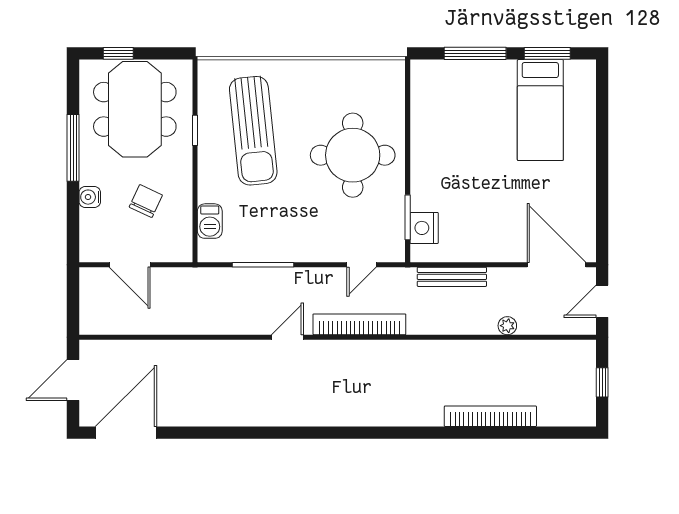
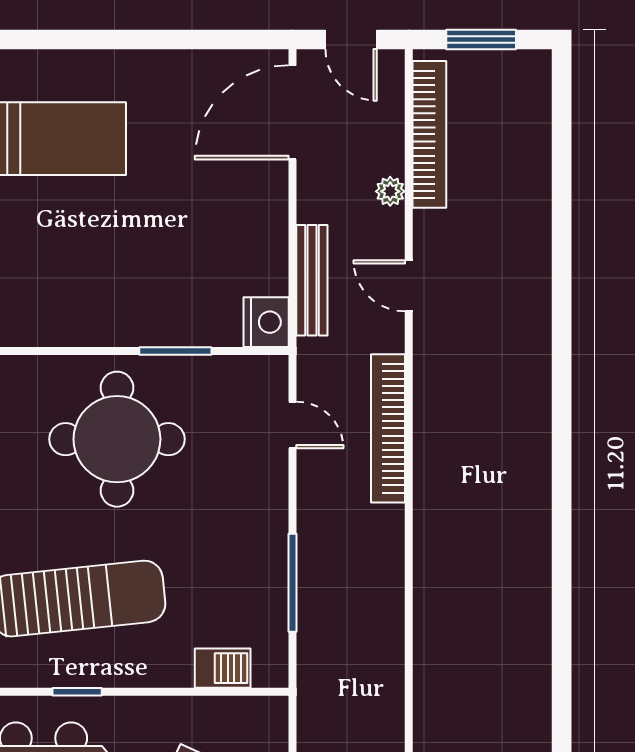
window: (408, 217) -> (175, 351), moved
nightstand: (424, 228) -> (266, 322), moved, turned -90
door: (287, 337) -> (409, 286), moved
window: (602, 382) -> (481, 39), width x1.50
bookcase: (490, 416) -> (429, 134), moved, turned 180

